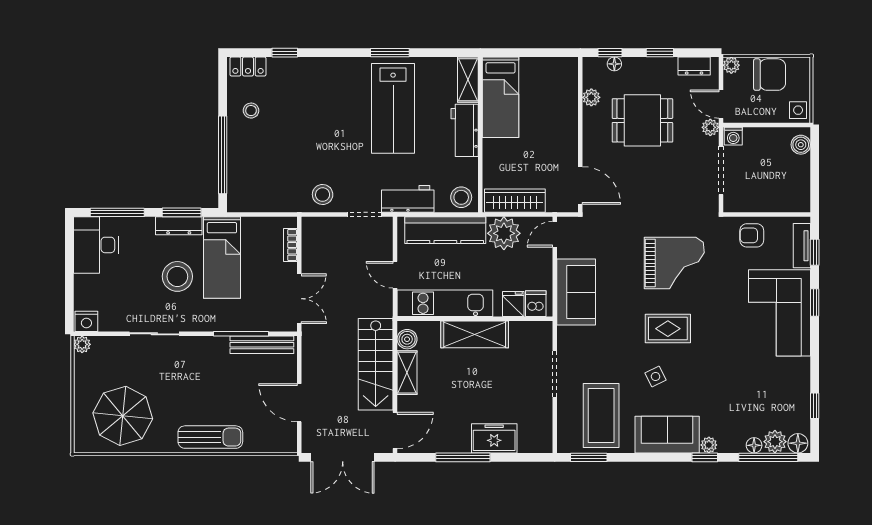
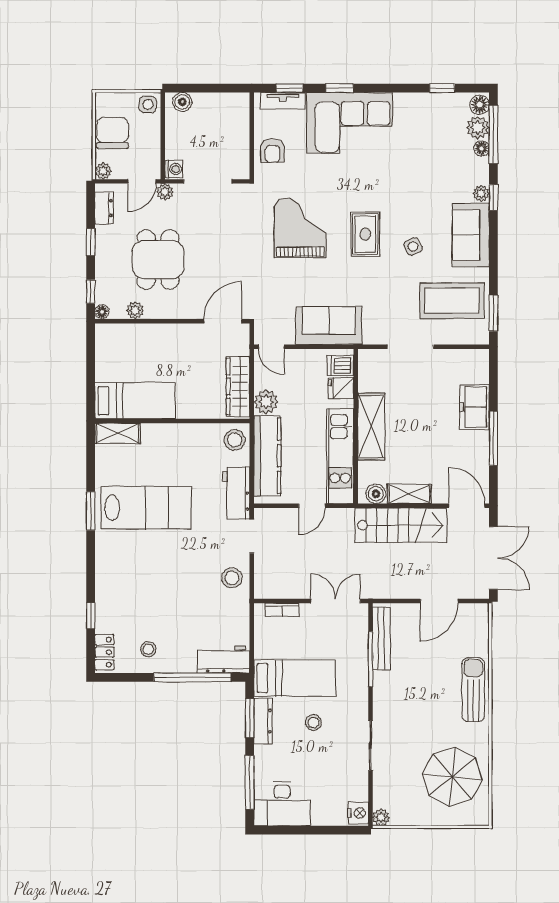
floor lamp: (614, 64) -> (102, 312), moved
workbench: (465, 130) -> (224, 660), moved, turned 180
plant: (504, 233) -> (266, 402), width x0.73, depth x0.73
stool: (177, 276) -> (313, 722), width x0.53, depth x0.53

